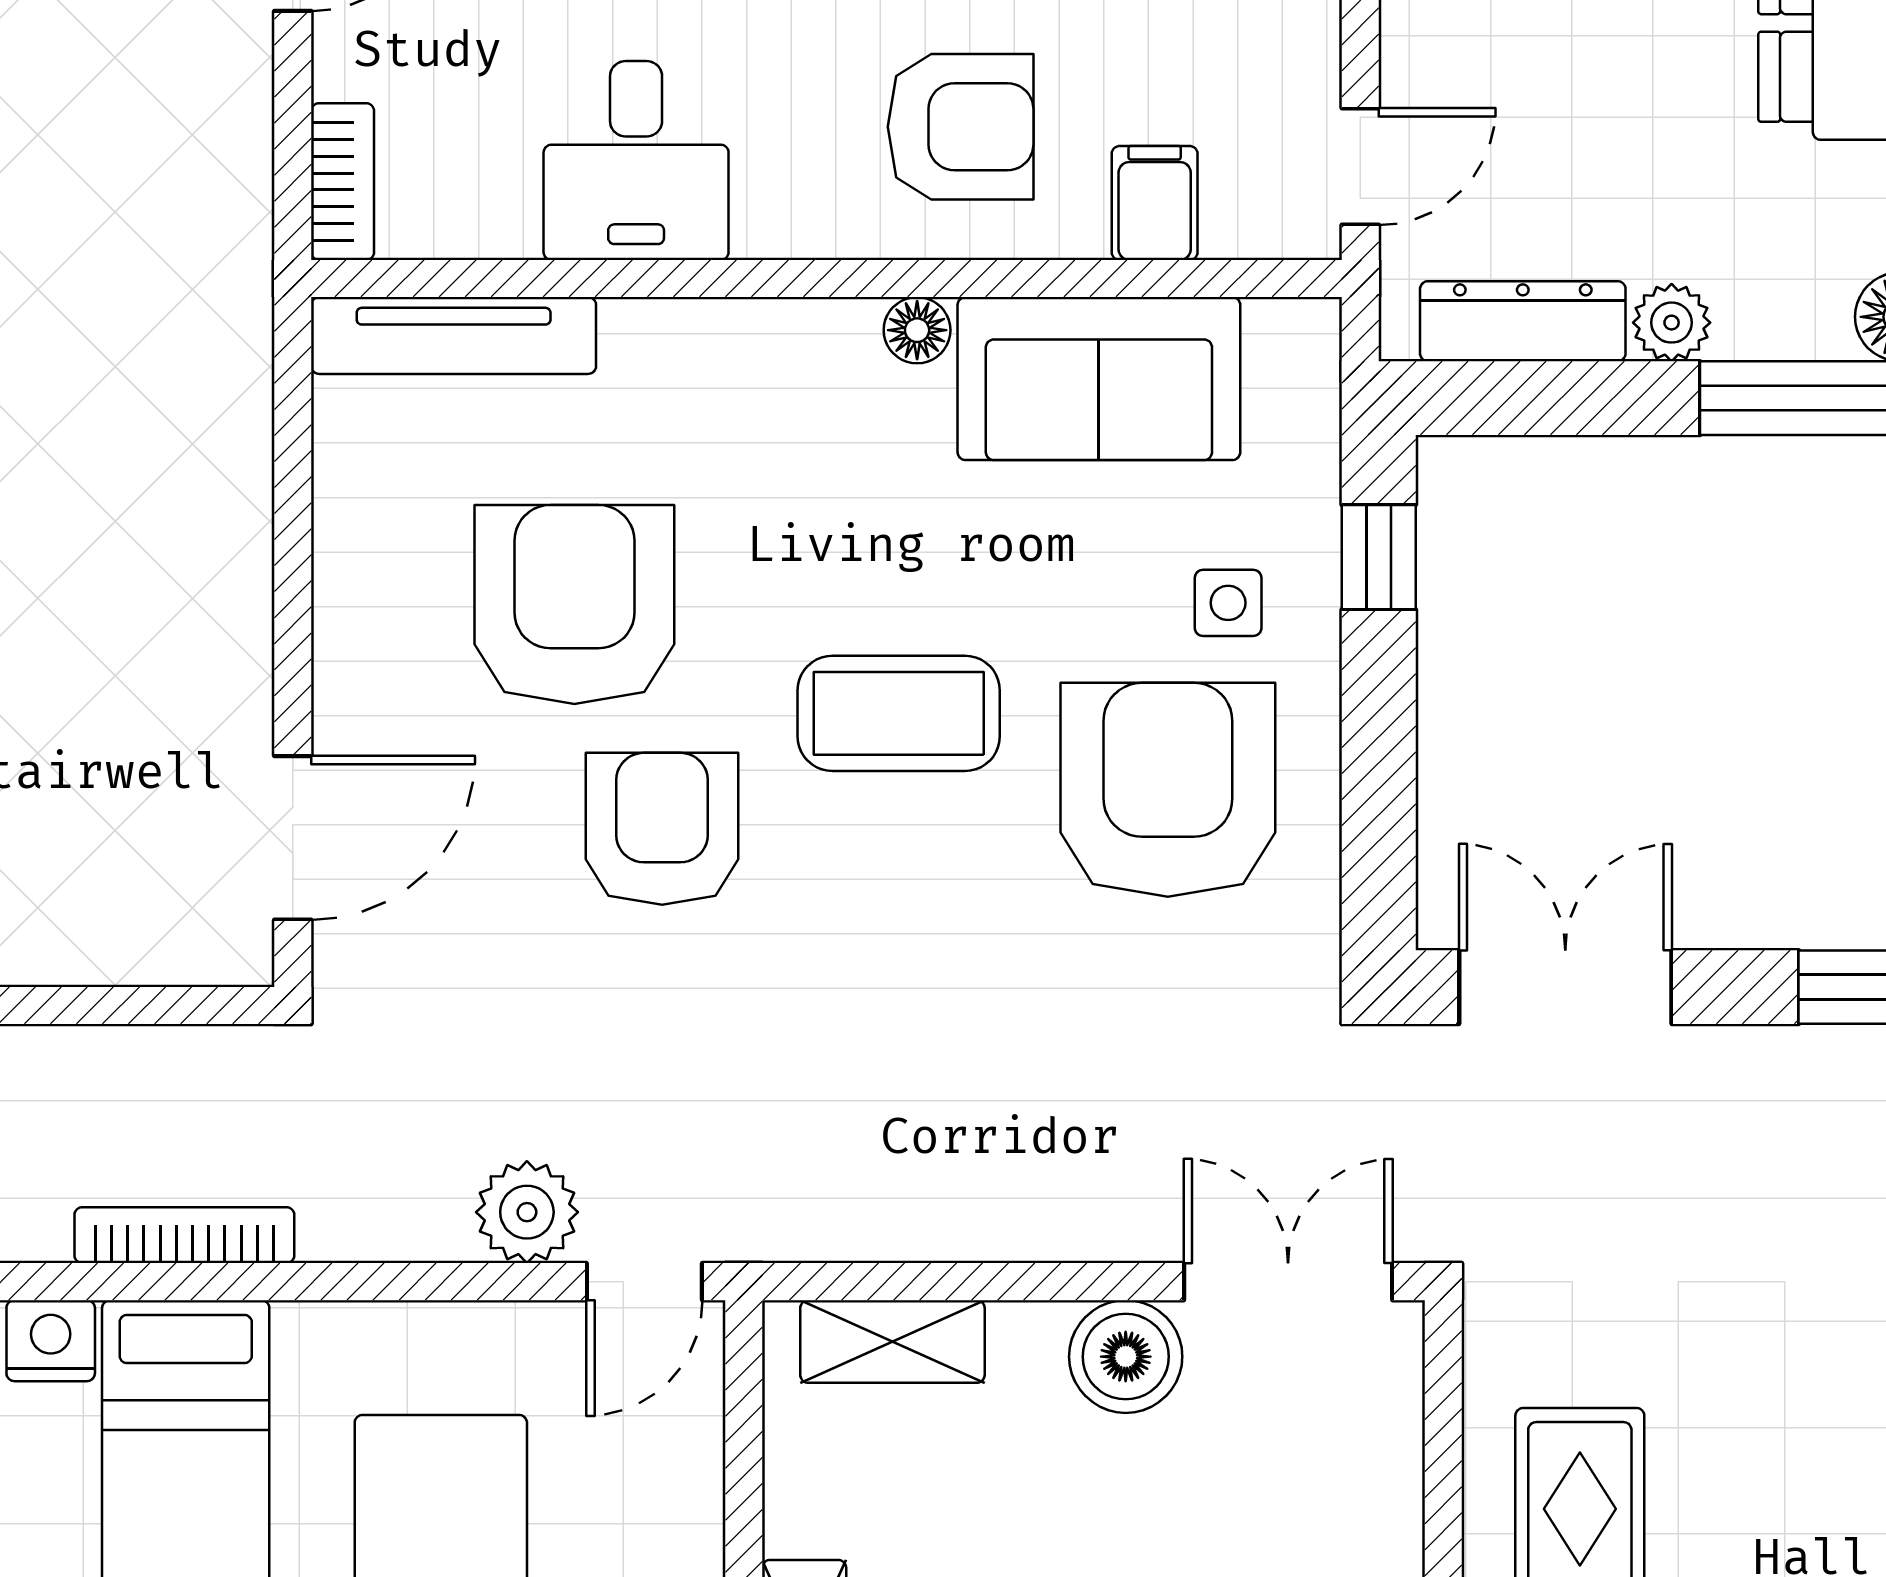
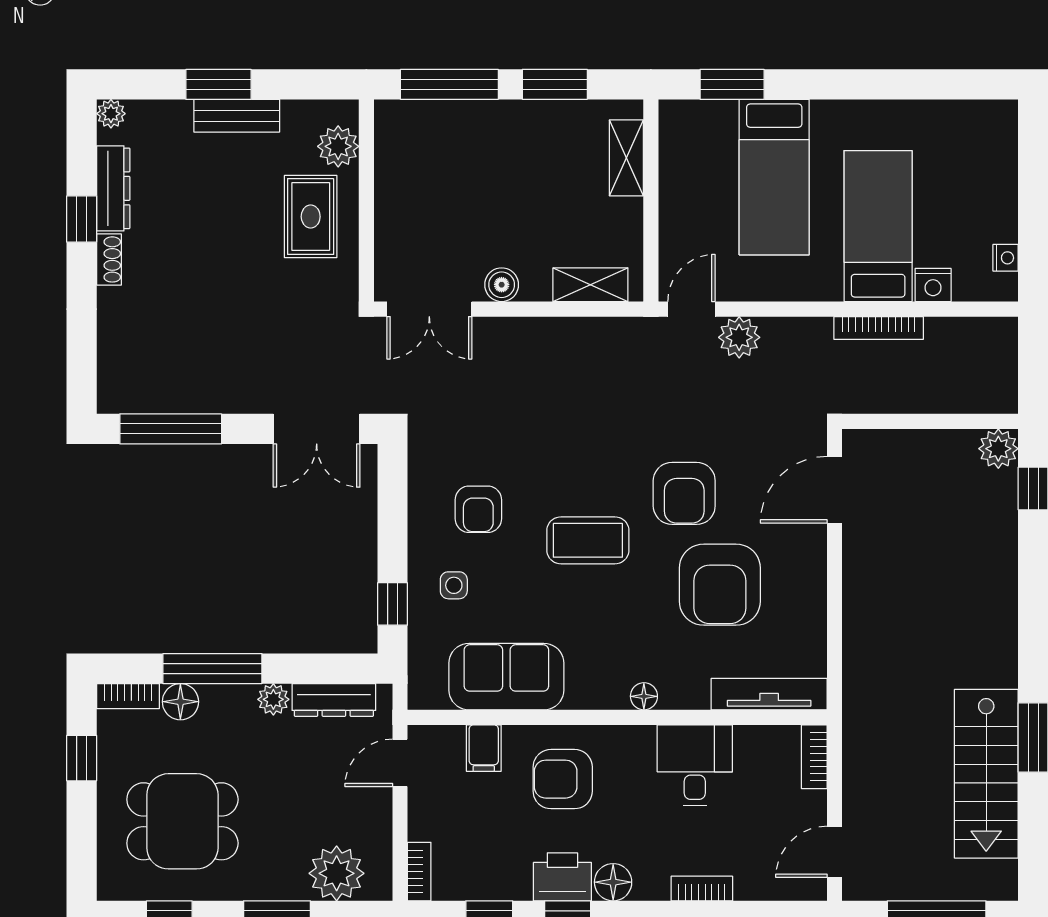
floor lamp: (917, 330) -> (644, 696), moved
armchair: (1168, 790) -> (478, 509), width x0.53, depth x0.53
boiler: (1126, 1357) -> (502, 285), width x0.73, depth x0.73

